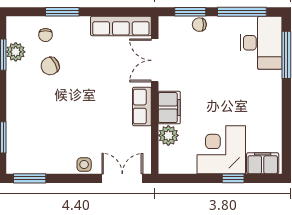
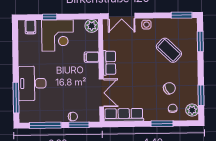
desk: (261, 43) -> (32, 83), moved
plant: (16, 52) -> (192, 110), moved
filing cabinet: (169, 108) -> (92, 57), width x0.50
coffee table: (50, 125) -> (169, 50), added
plant: (168, 135) -> (92, 26), moved
filing cabinet: (263, 163) -> (30, 27), width x0.50

